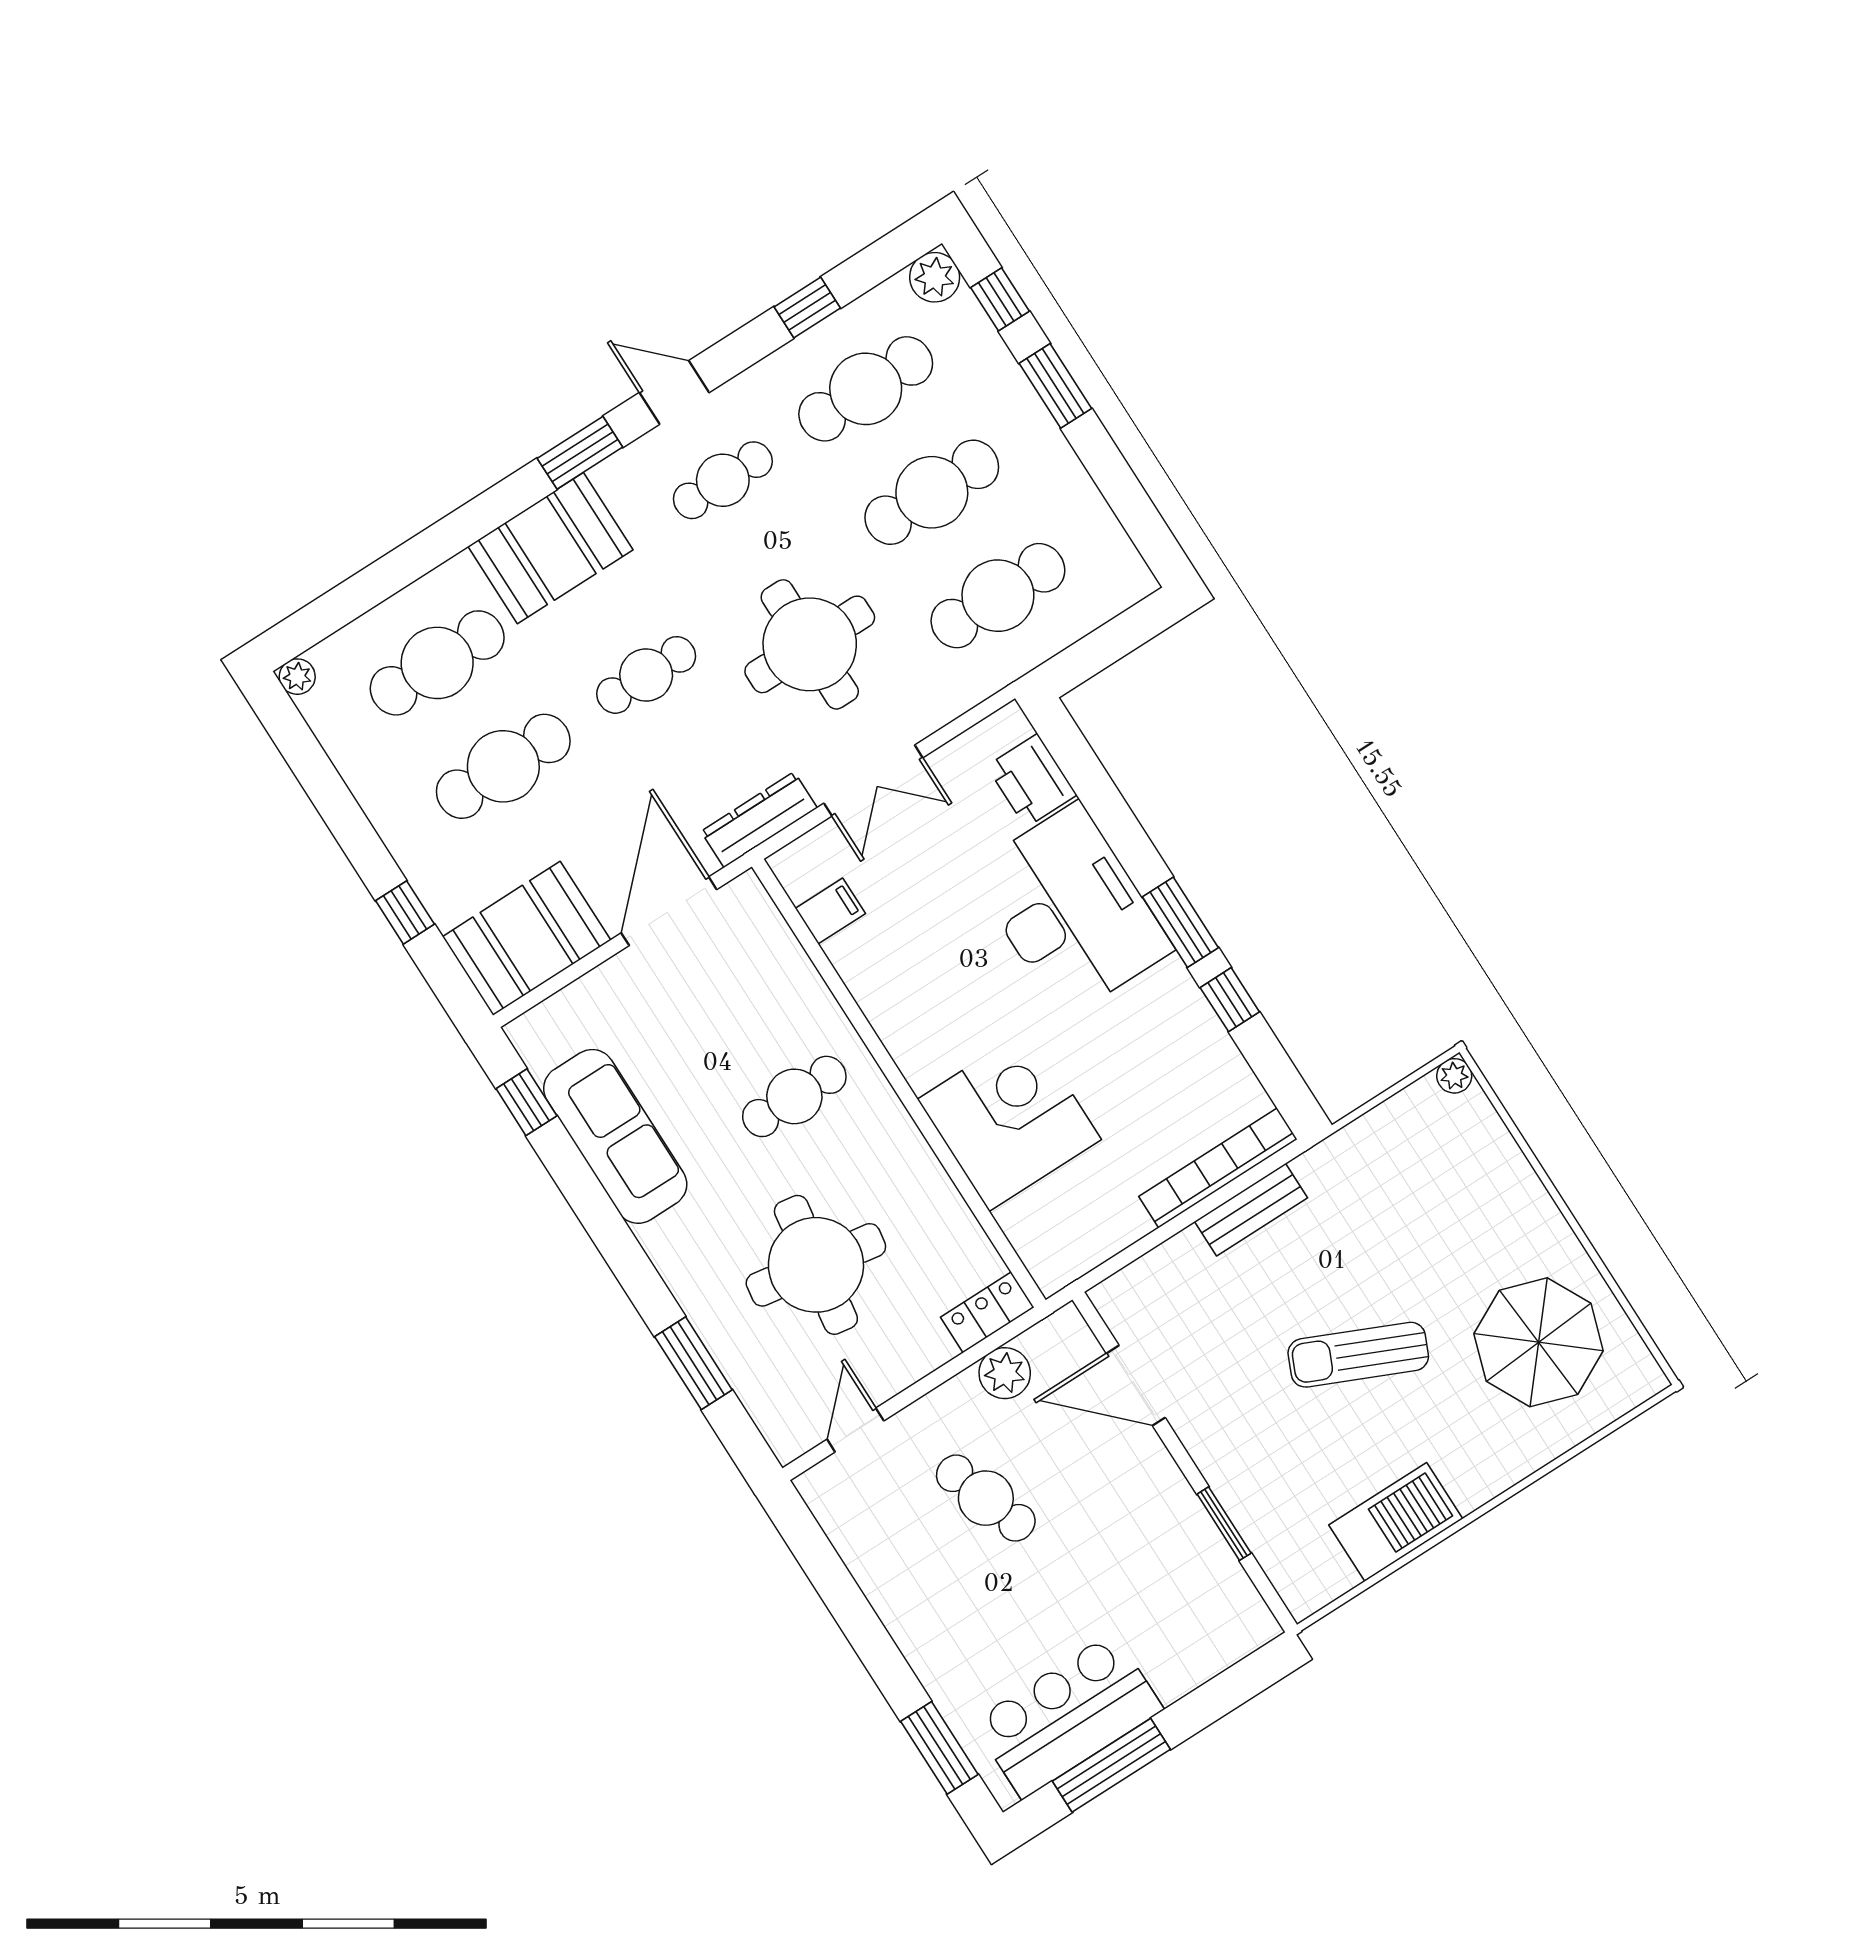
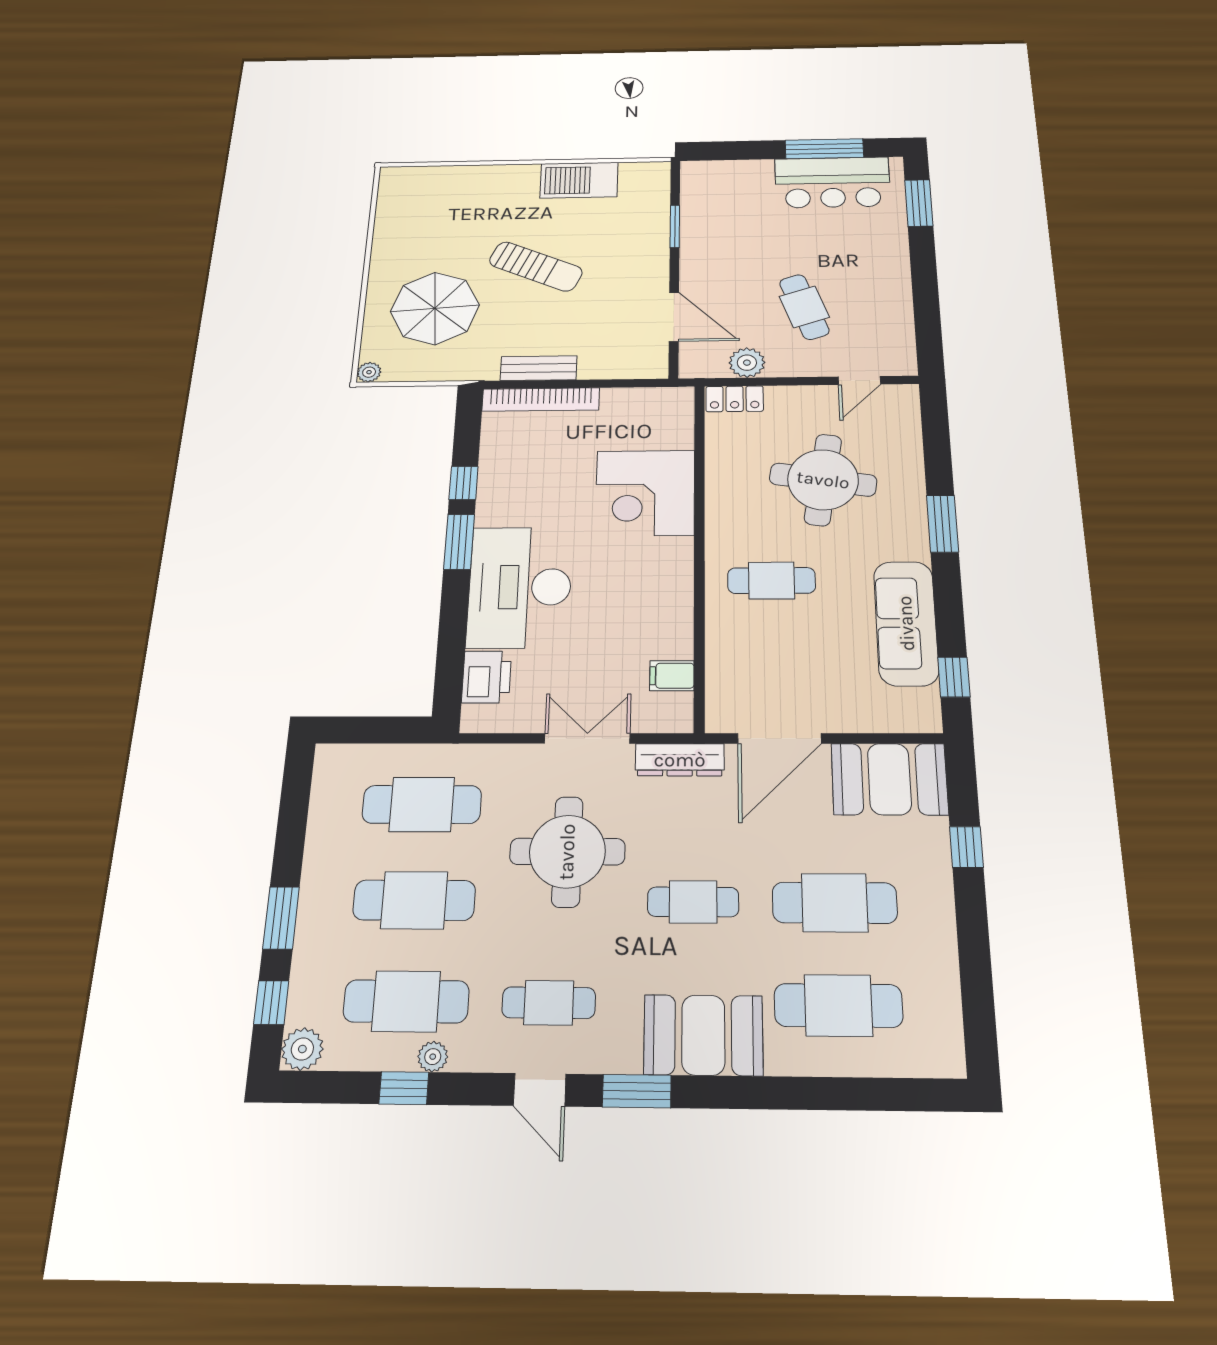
plant: (297, 677) -> (433, 1057), moved
parasol: (1539, 1342) -> (435, 308), moved
window: (693, 1363) -> (943, 524), moved

